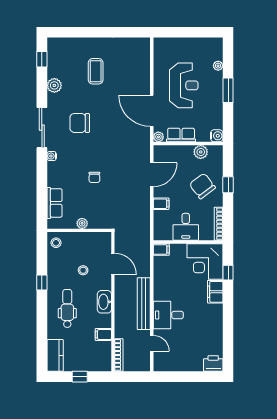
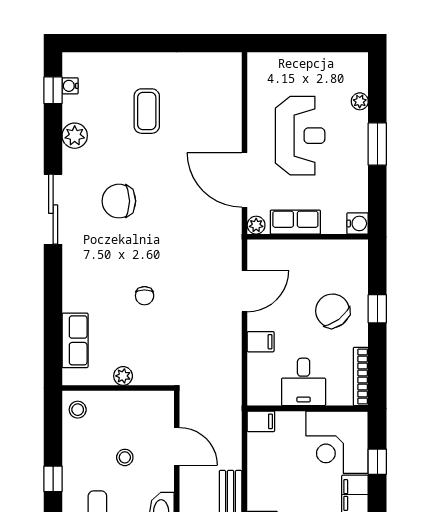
plant: (201, 152) -> (330, 252), removed
water cooler: (52, 156) -> (70, 86), moved

